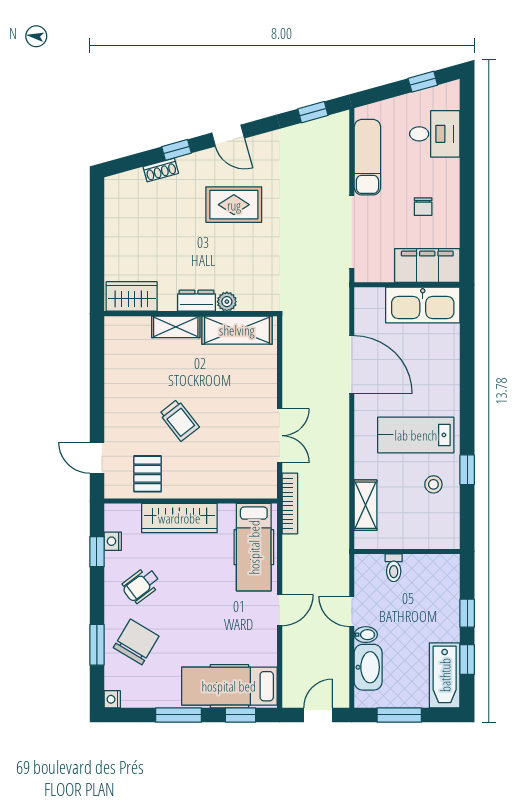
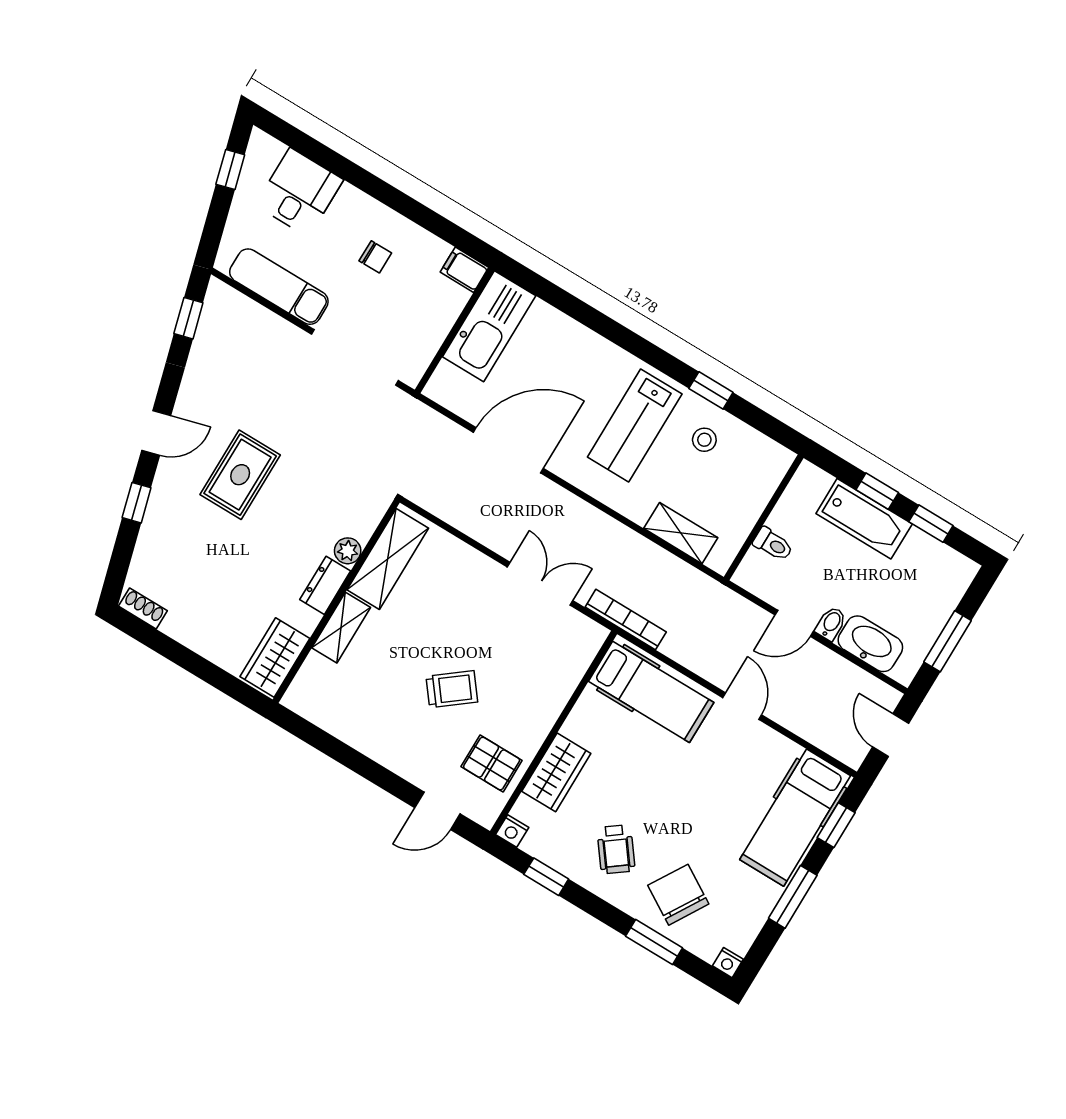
shoe rack: (161, 170) -> (143, 608), moved, turned -75
filing cabinet: (427, 265) -> (464, 270), width x0.33, depth x0.86
wardrobe: (179, 518) -> (556, 772), width x0.67
nightstand: (113, 541) -> (512, 831), moved
bathtub: (445, 675) -> (864, 519), moved

